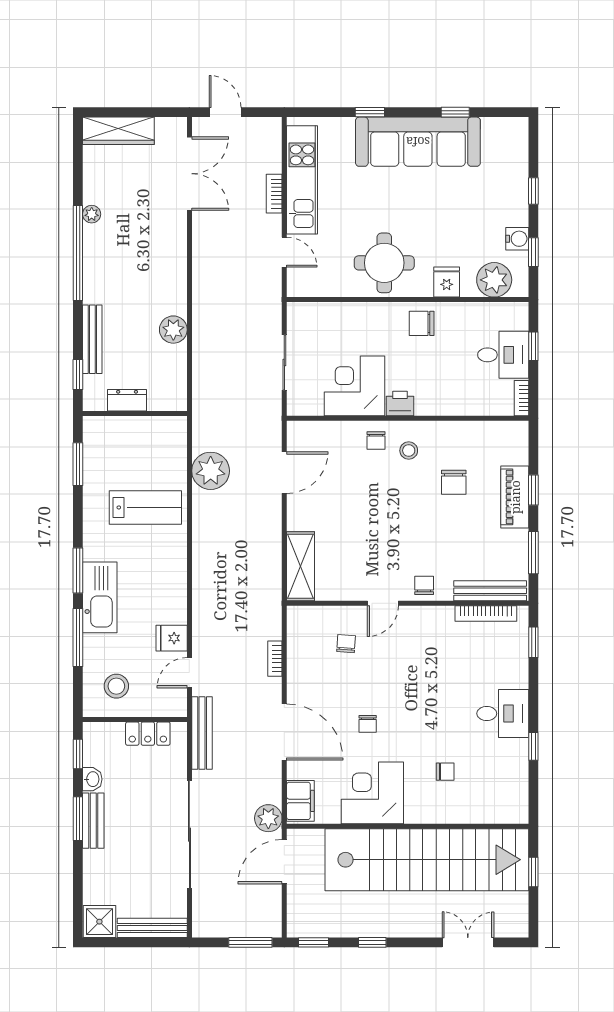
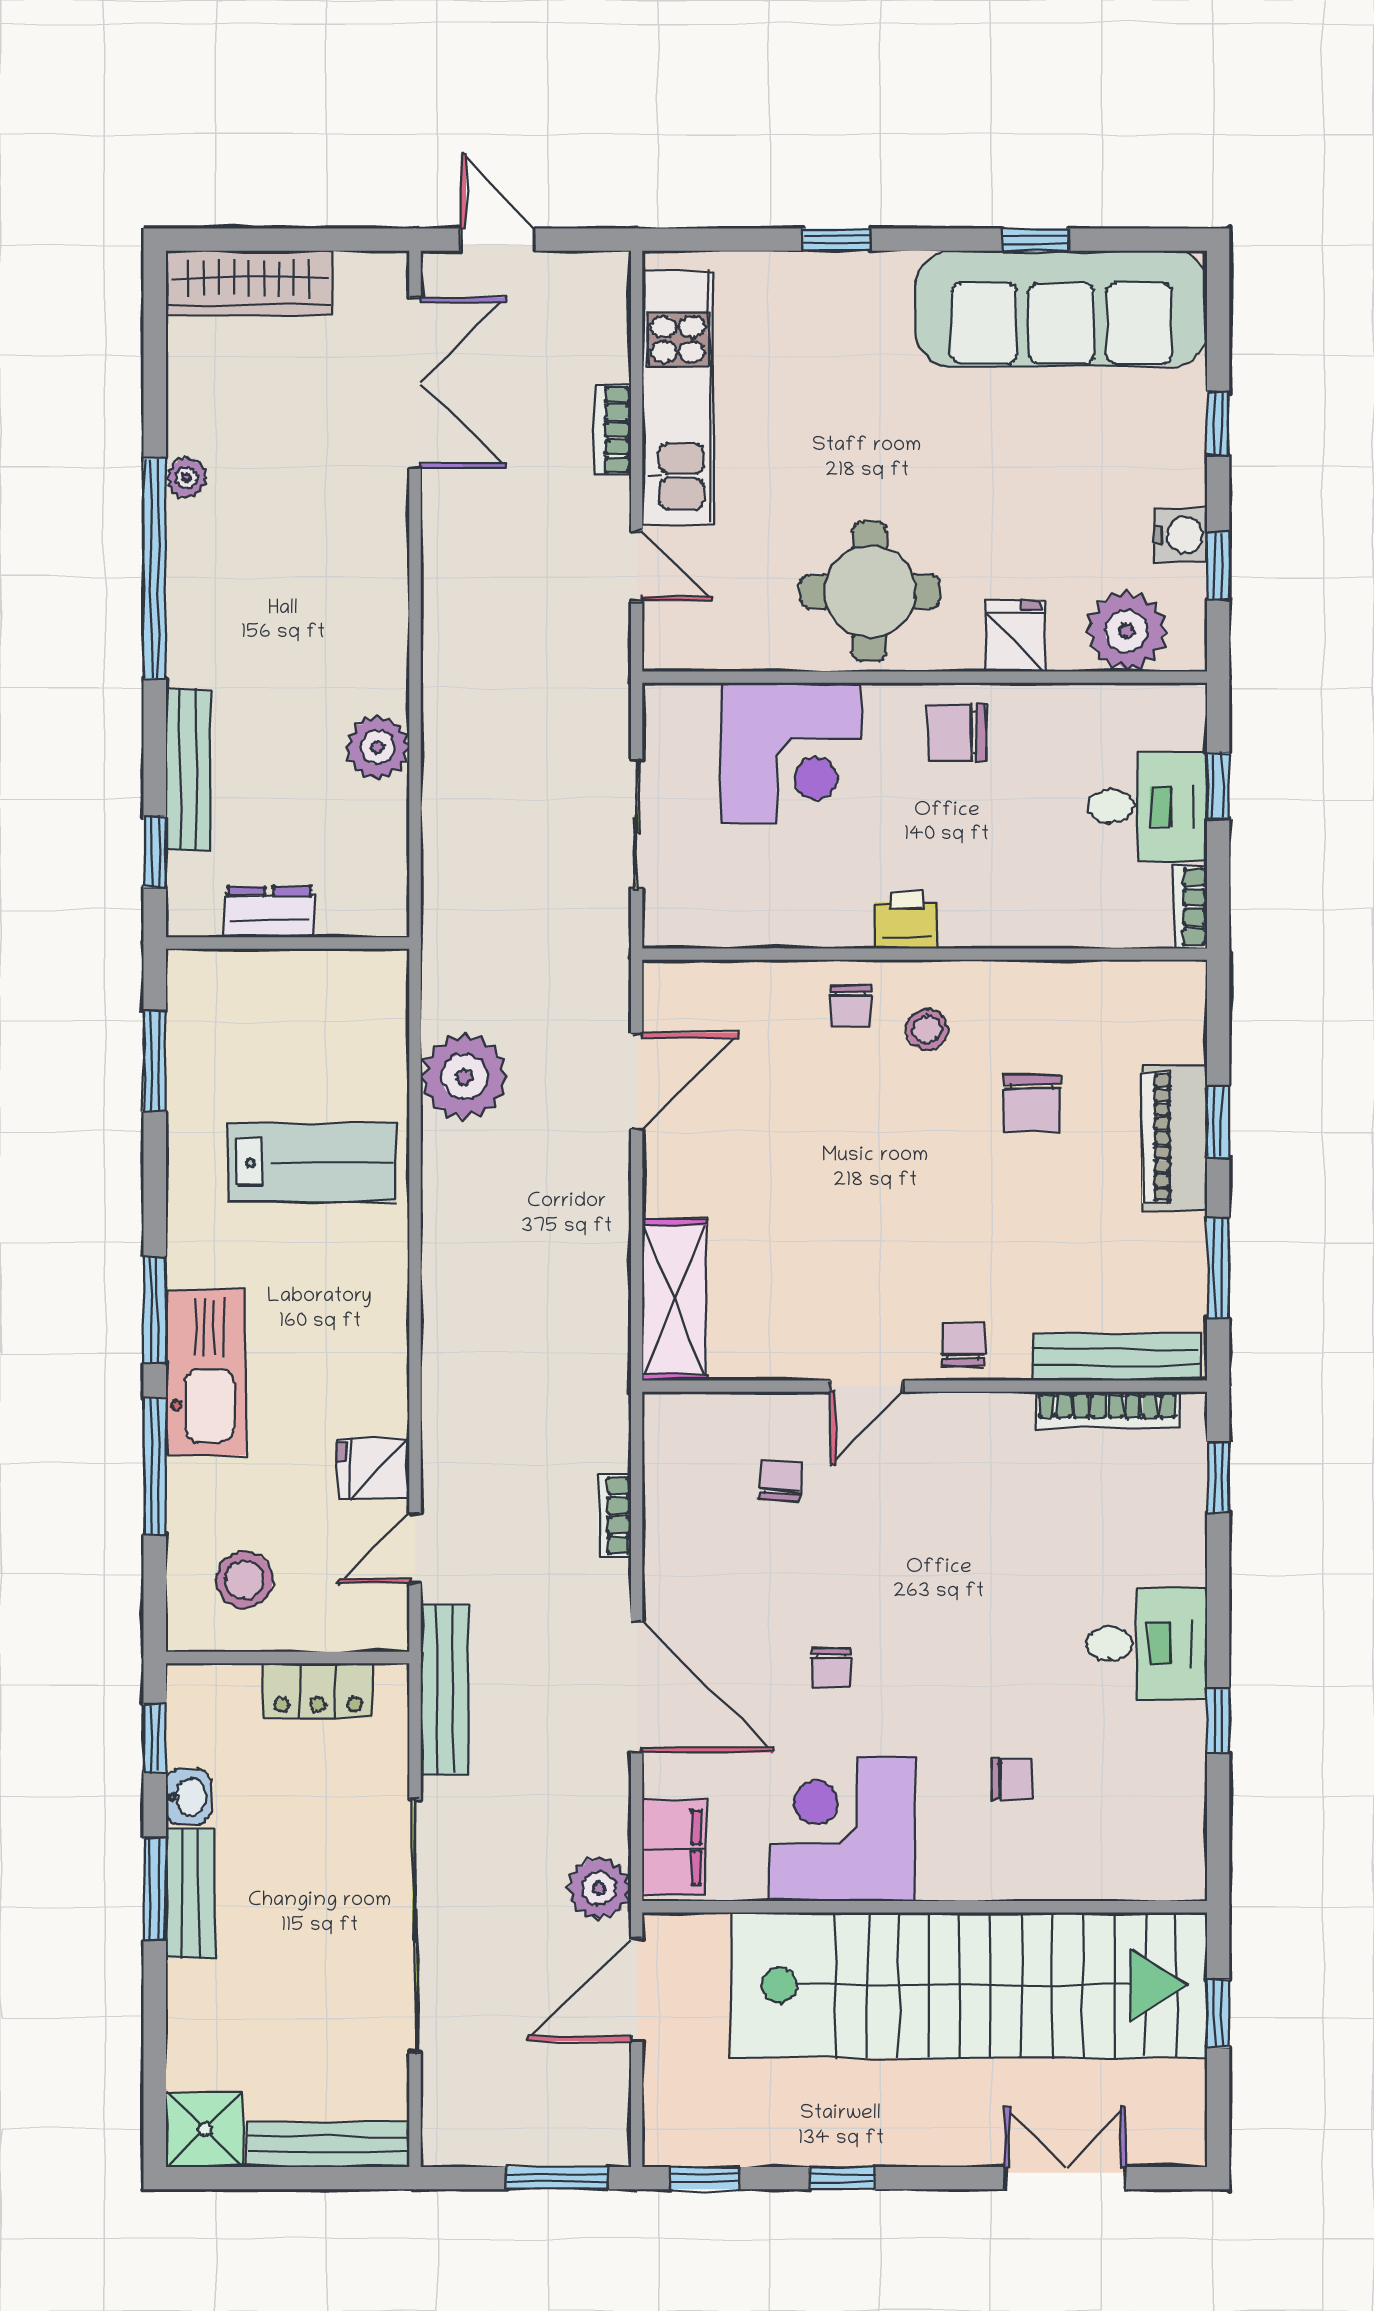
sofa: (418, 142) -> (1062, 308), moved
corner desk: (354, 386) -> (791, 753), moved, turned 180

